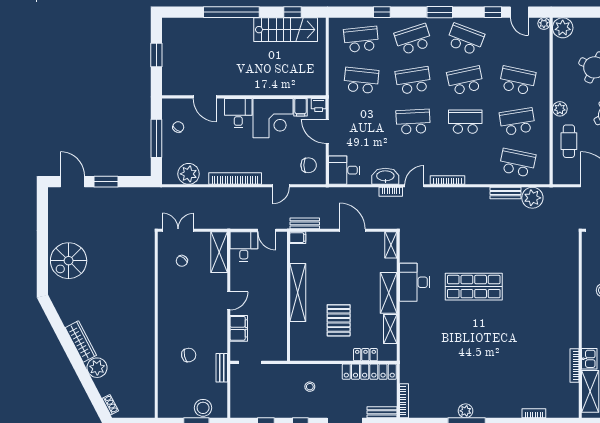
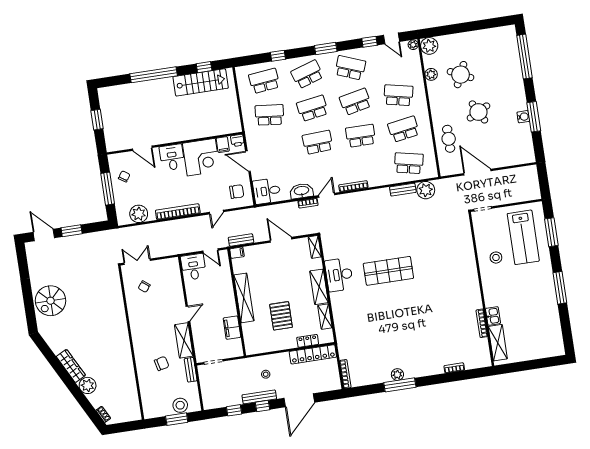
plant: (560, 109) -> (431, 74), moved
shelving: (219, 252) -> (184, 340), moved
filing cabinet: (239, 328) -> (232, 328), moved, turned 180
bench: (382, 412) -> (259, 397), moved, width x1.36

